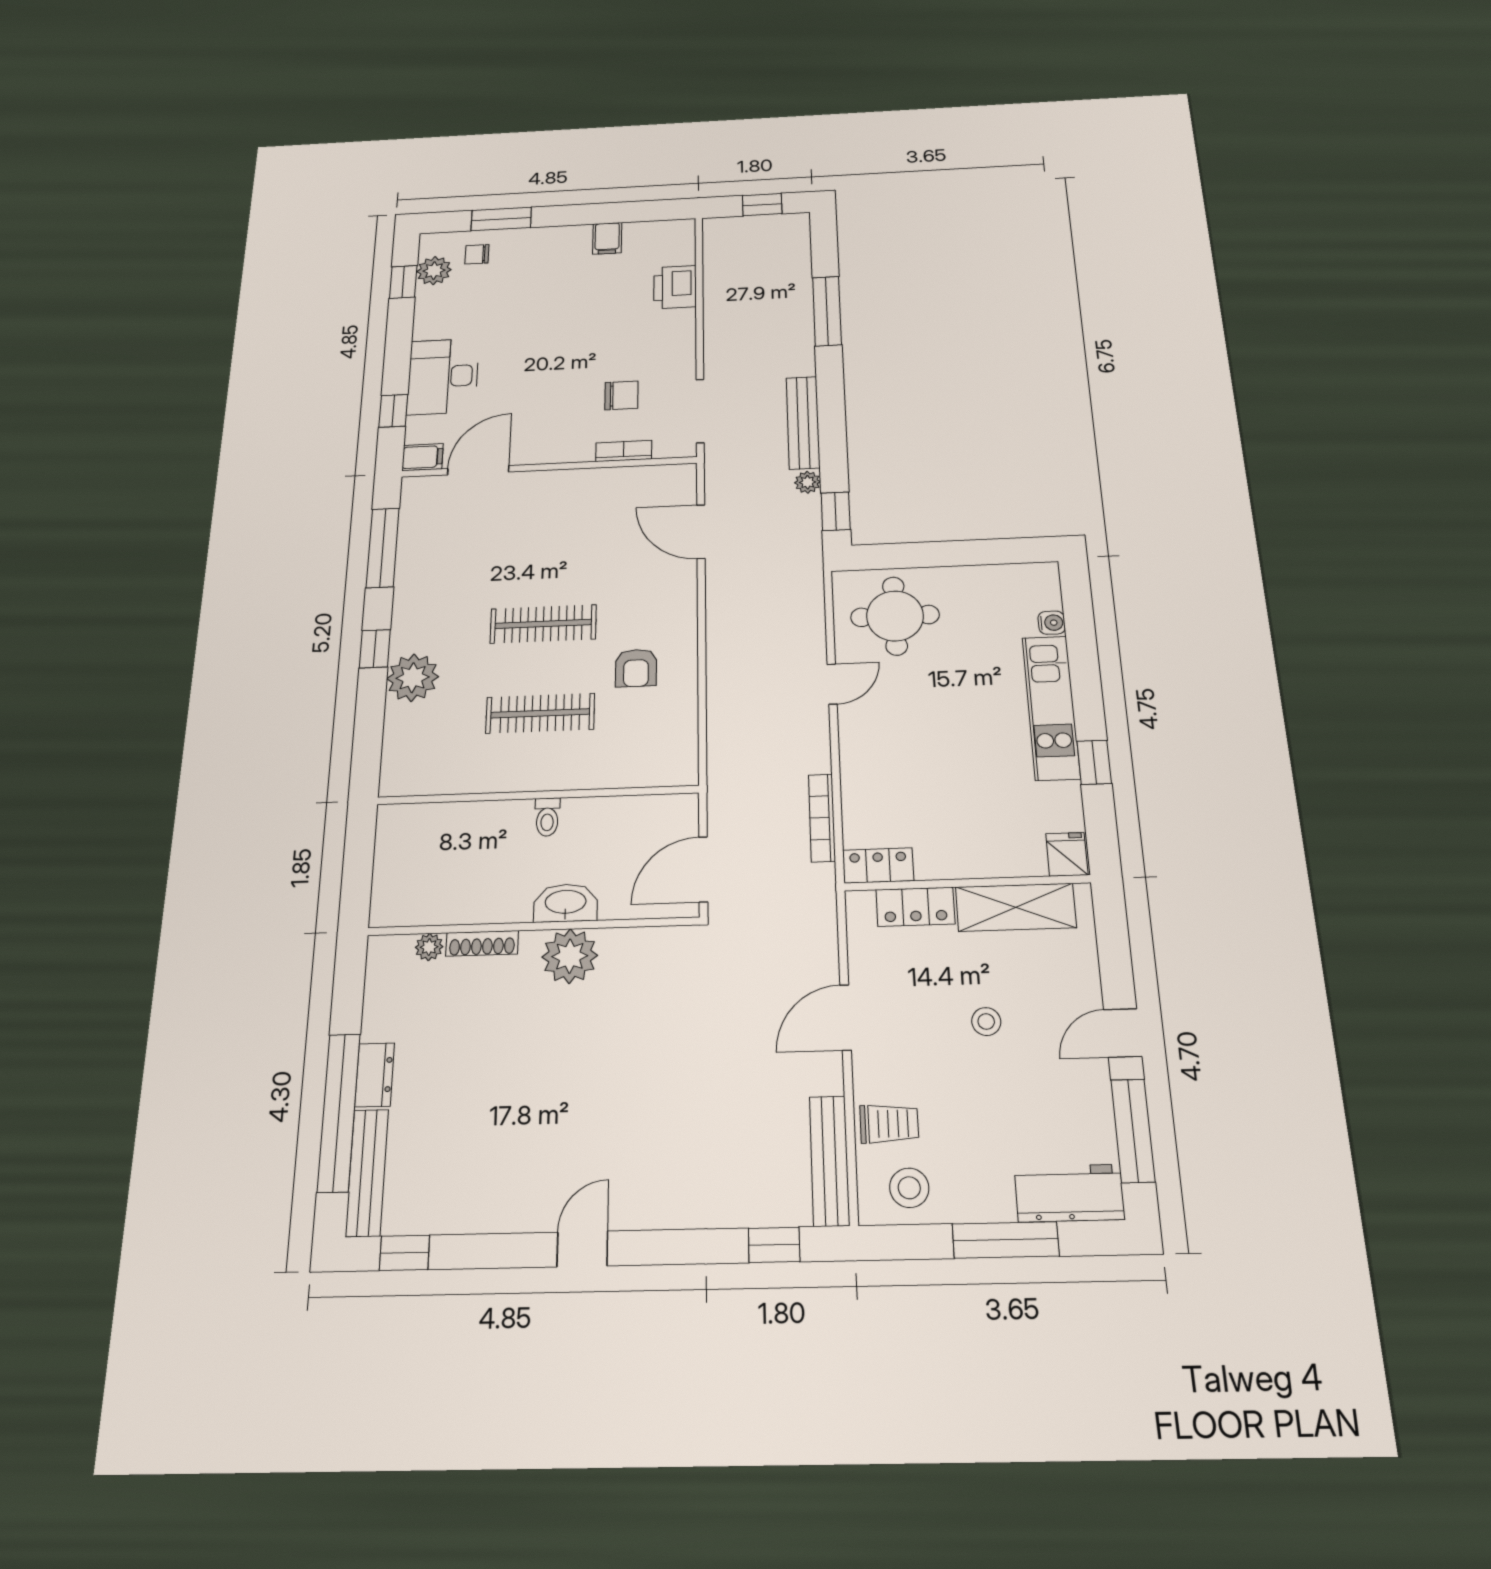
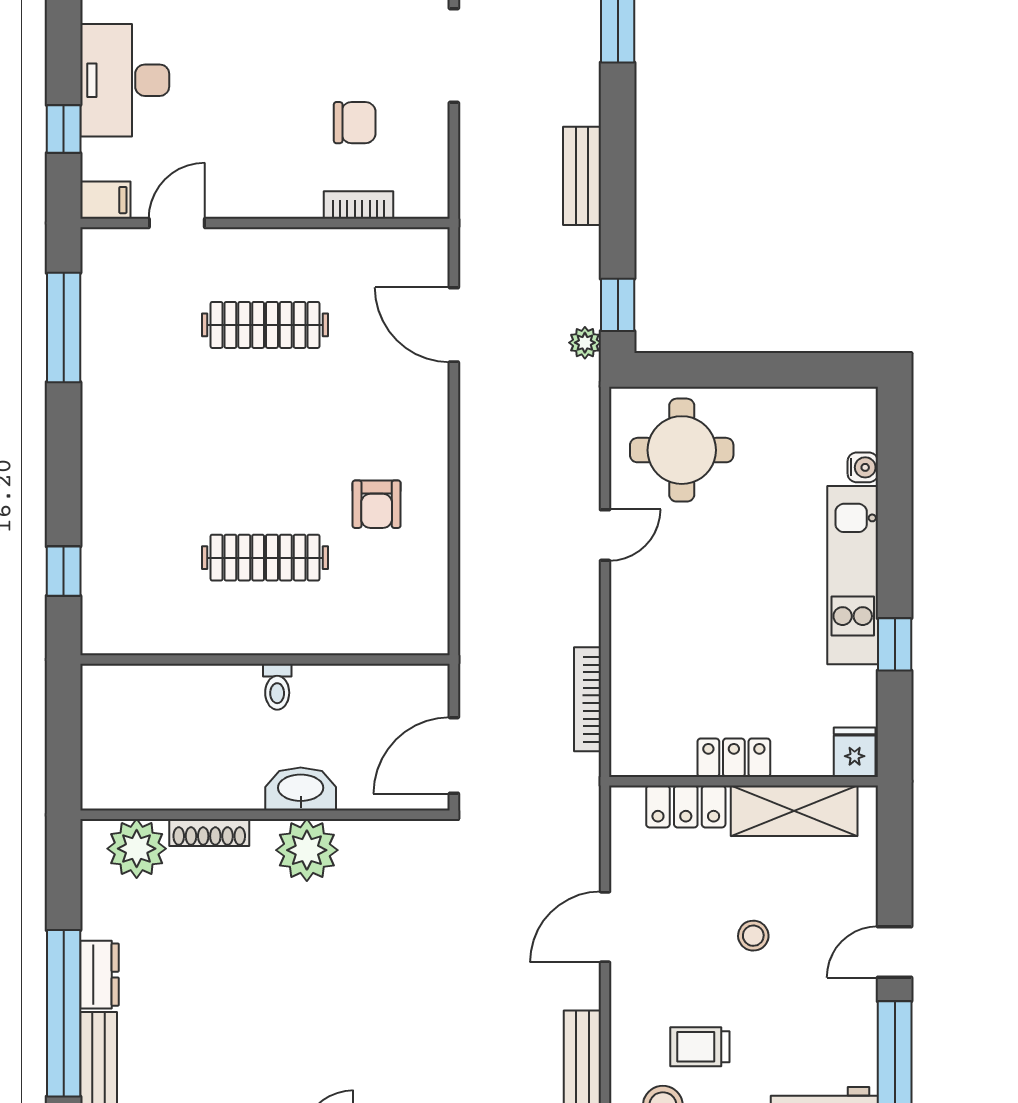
doorway: (700, 411) -> (454, 56), moved
bench: (803, 422) -> (582, 176), width x0.73
door: (478, 470) -> (177, 223), width x0.73
plant: (808, 482) -> (585, 343), moved
clothes rail: (543, 624) -> (265, 325), moved
window: (375, 649) -> (64, 571), moved
plant: (413, 678) -> (112, 505), removed
locker: (878, 865) -> (734, 758), moved
plant: (429, 947) -> (137, 849), width x1.88, depth x1.88
trolley: (889, 1124) -> (700, 1047), moved, turned 180

